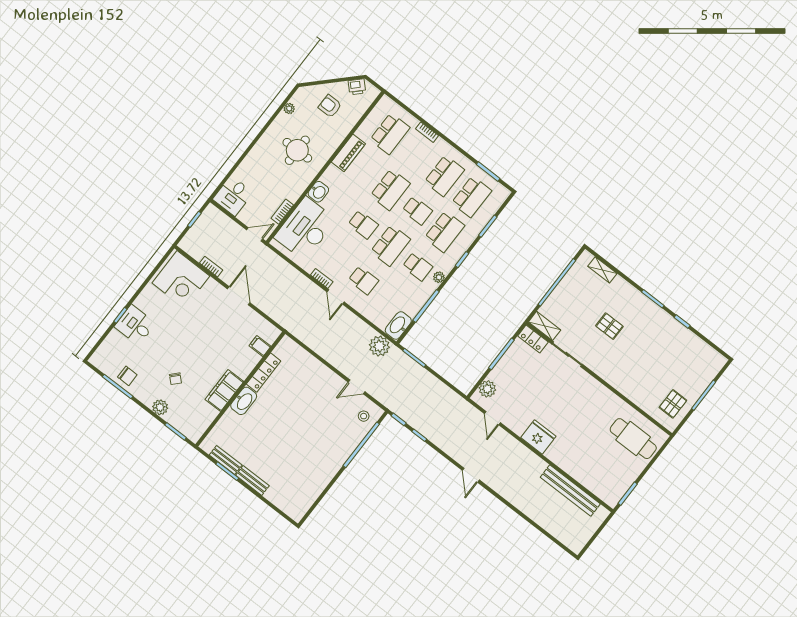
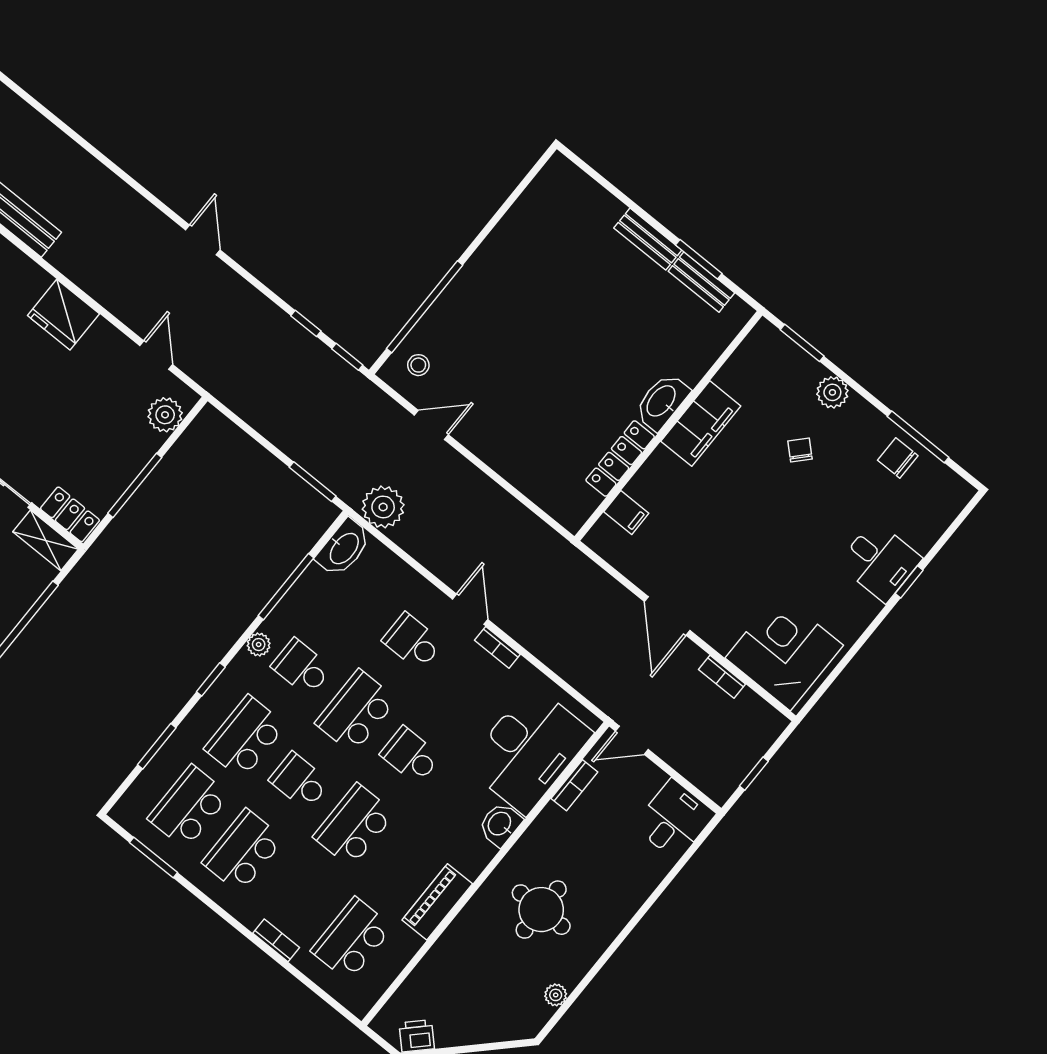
armchair: (330, 106) -> (472, 998), removed

